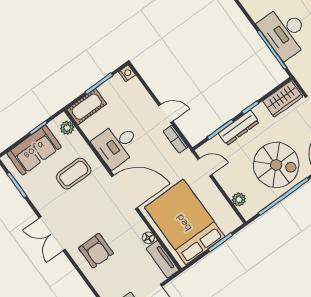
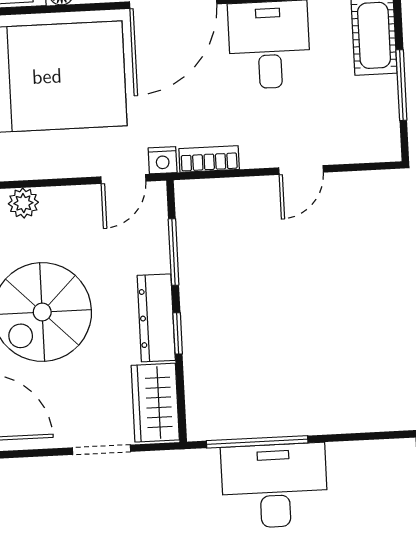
nightstand: (127, 73) -> (163, 160), moved
door: (166, 113) -> (301, 170), moved
dresser: (239, 128) -> (156, 318), moved

